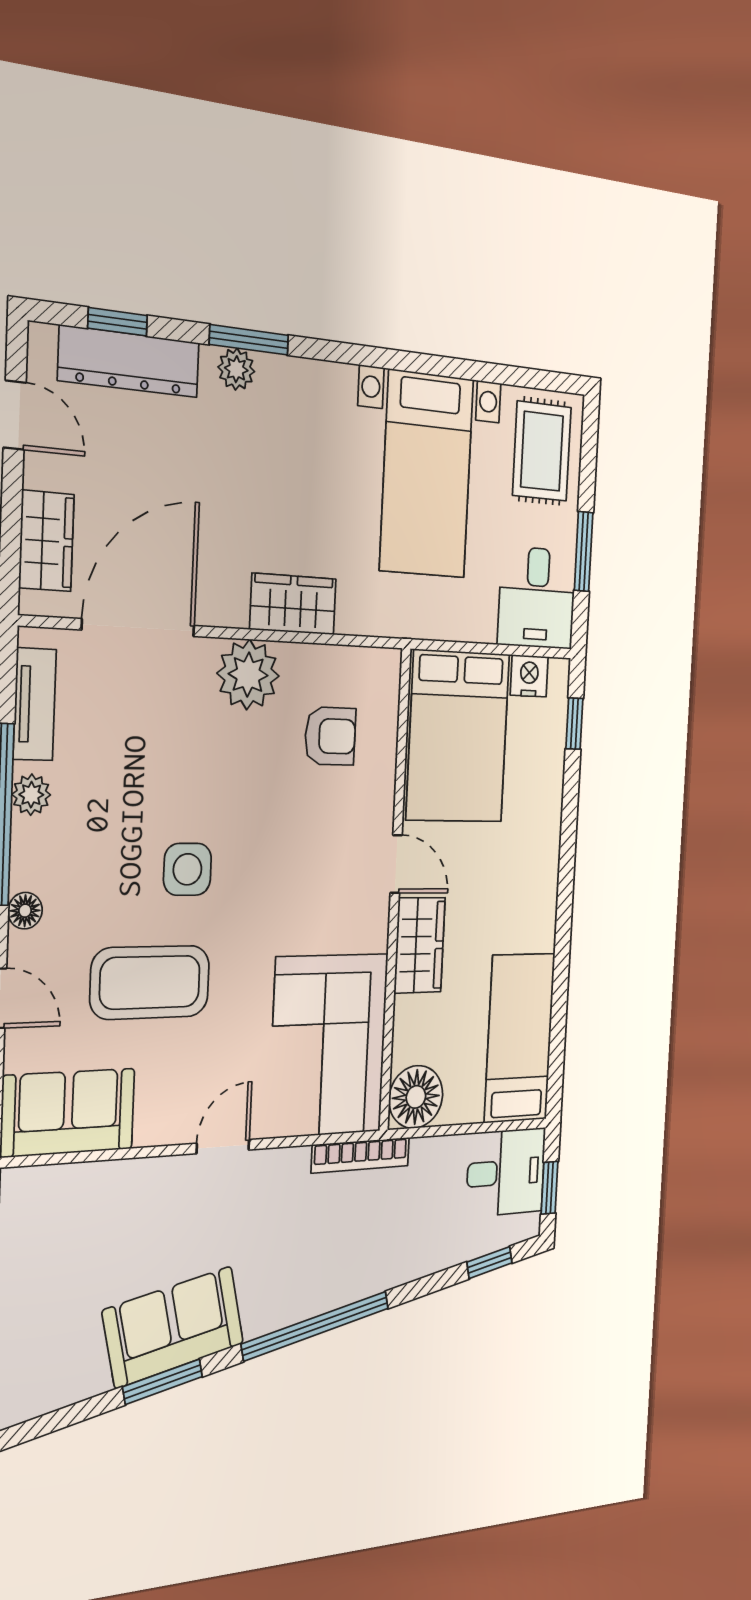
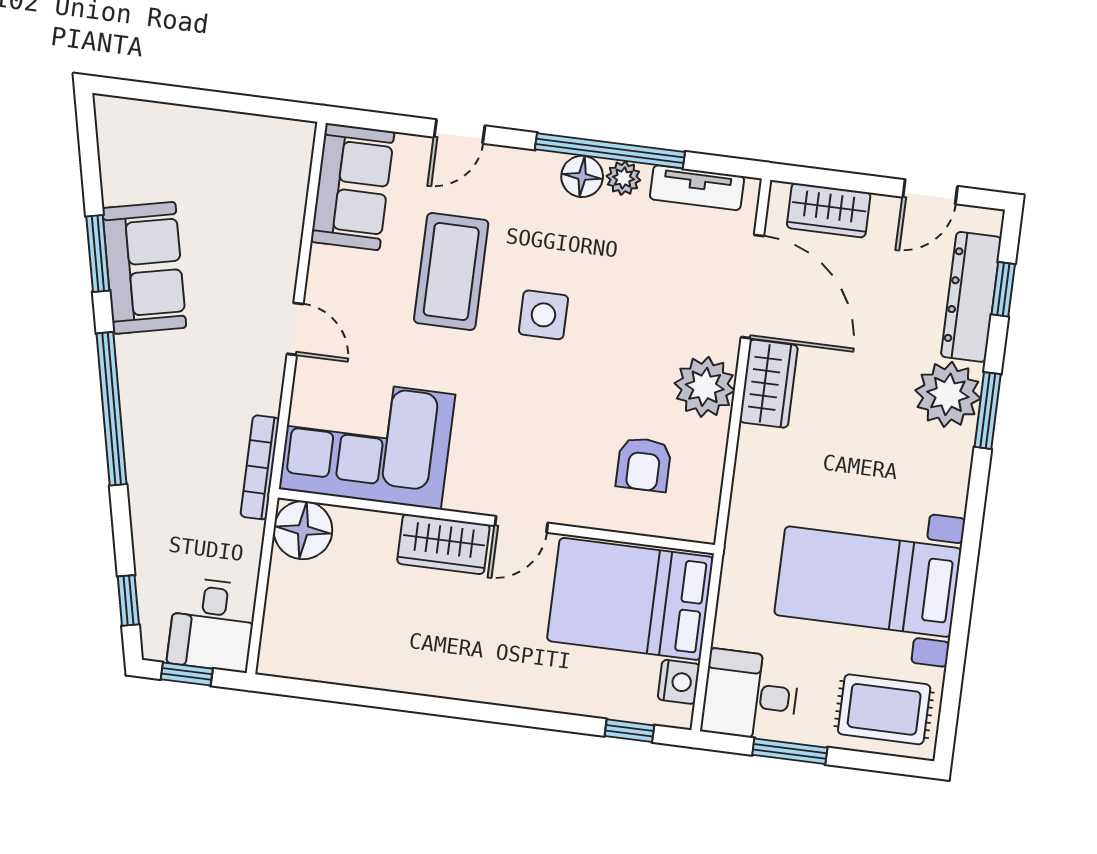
plant: (236, 369) -> (948, 394), width x1.87, depth x1.87
wardrobe: (293, 604) -> (769, 384), moved
floor lamp: (25, 911) -> (582, 176), moved, width x1.37, depth x1.37
bed: (520, 1038) -> (339, 649), removed

